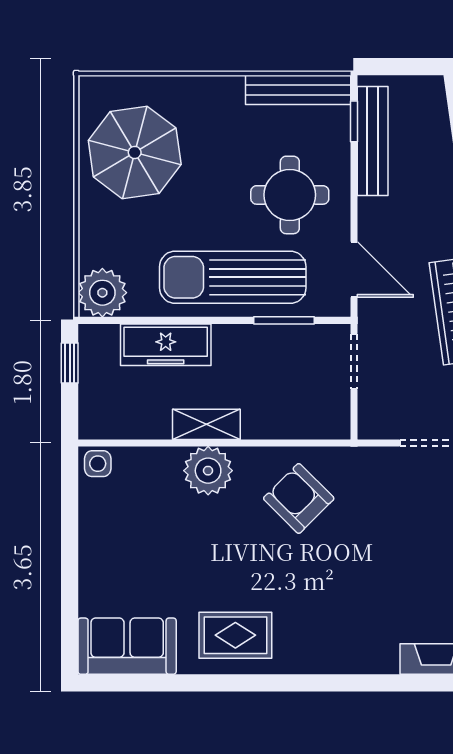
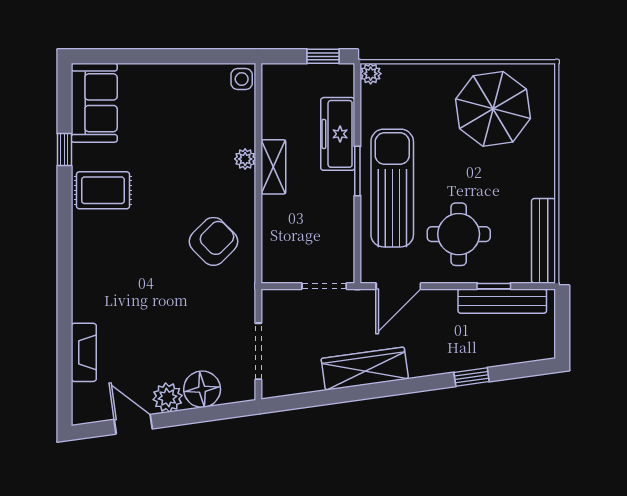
window: (354, 121) -> (494, 286), moved
plant: (102, 293) -> (371, 74), width x0.53, depth x0.53
window: (284, 320) -> (357, 171), moved
plant: (208, 471) -> (245, 159), width x0.53, depth x0.53
rug: (235, 635) -> (103, 190), turned 90
window: (185, 683) -> (64, 150), added

